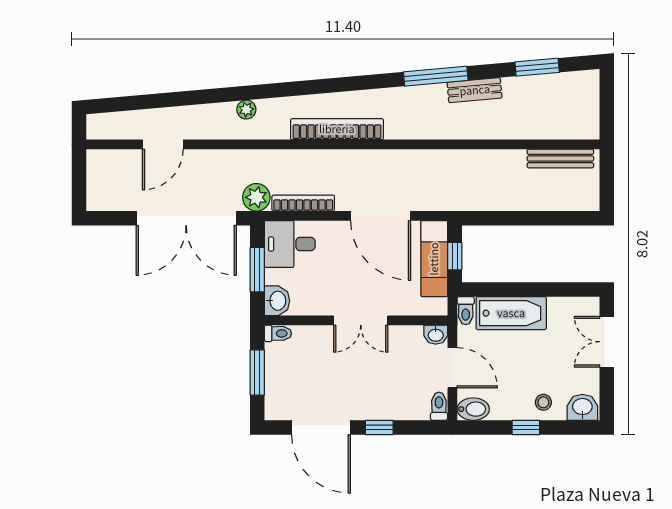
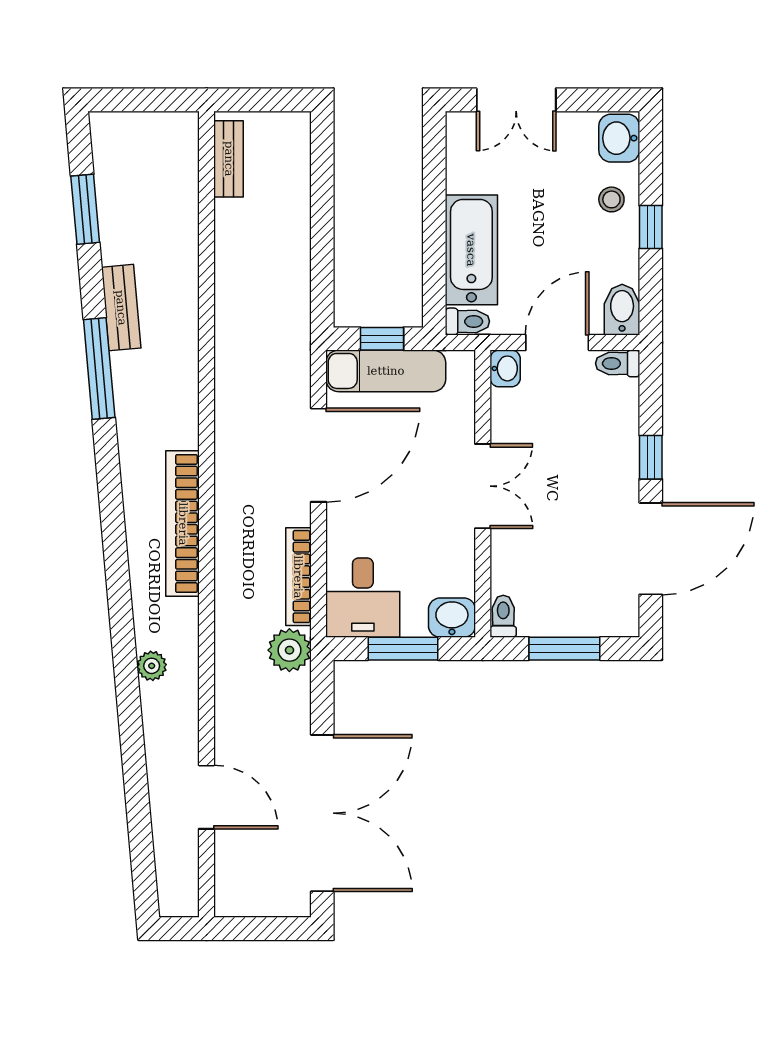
bench: (560, 159) -> (229, 159), width x0.73
double door: (186, 218) -> (322, 813), moved

